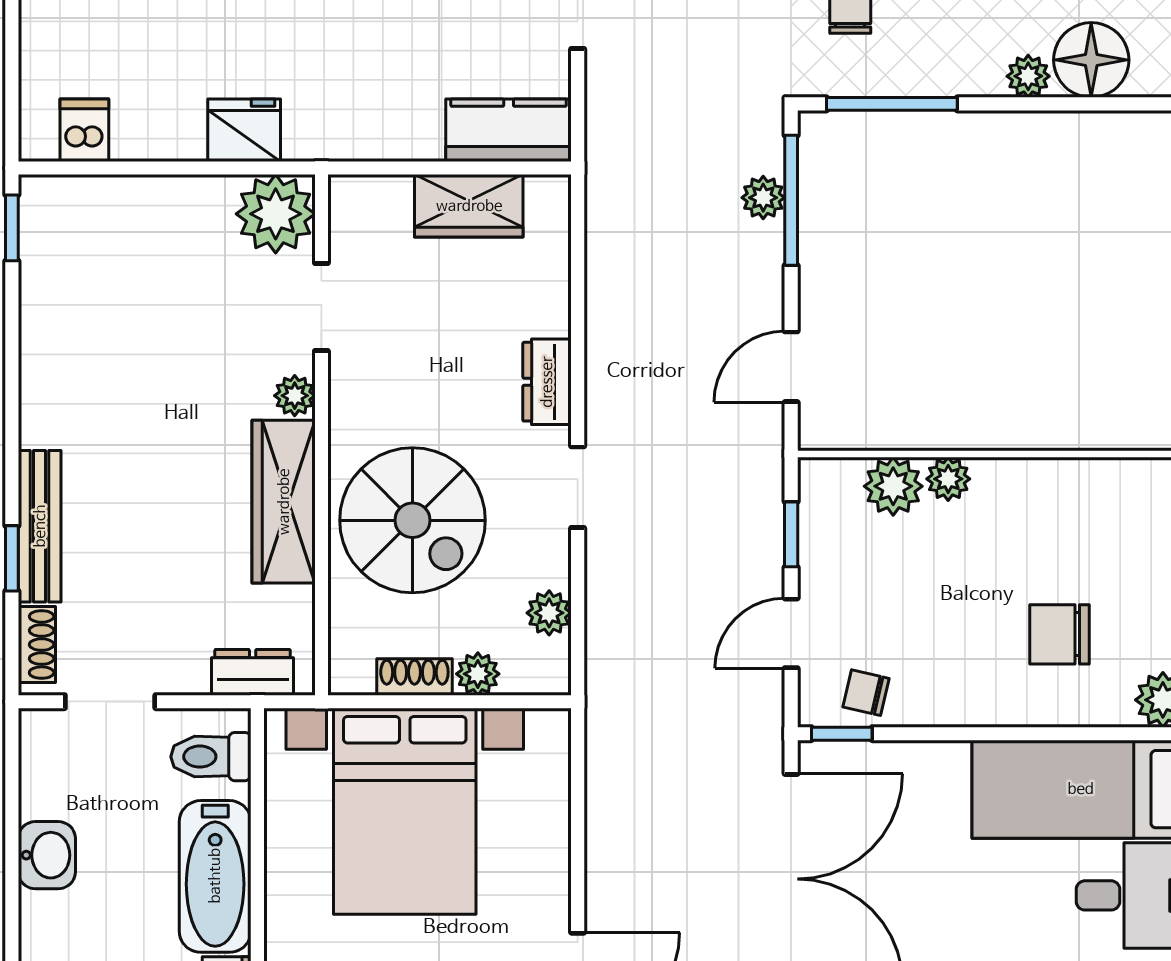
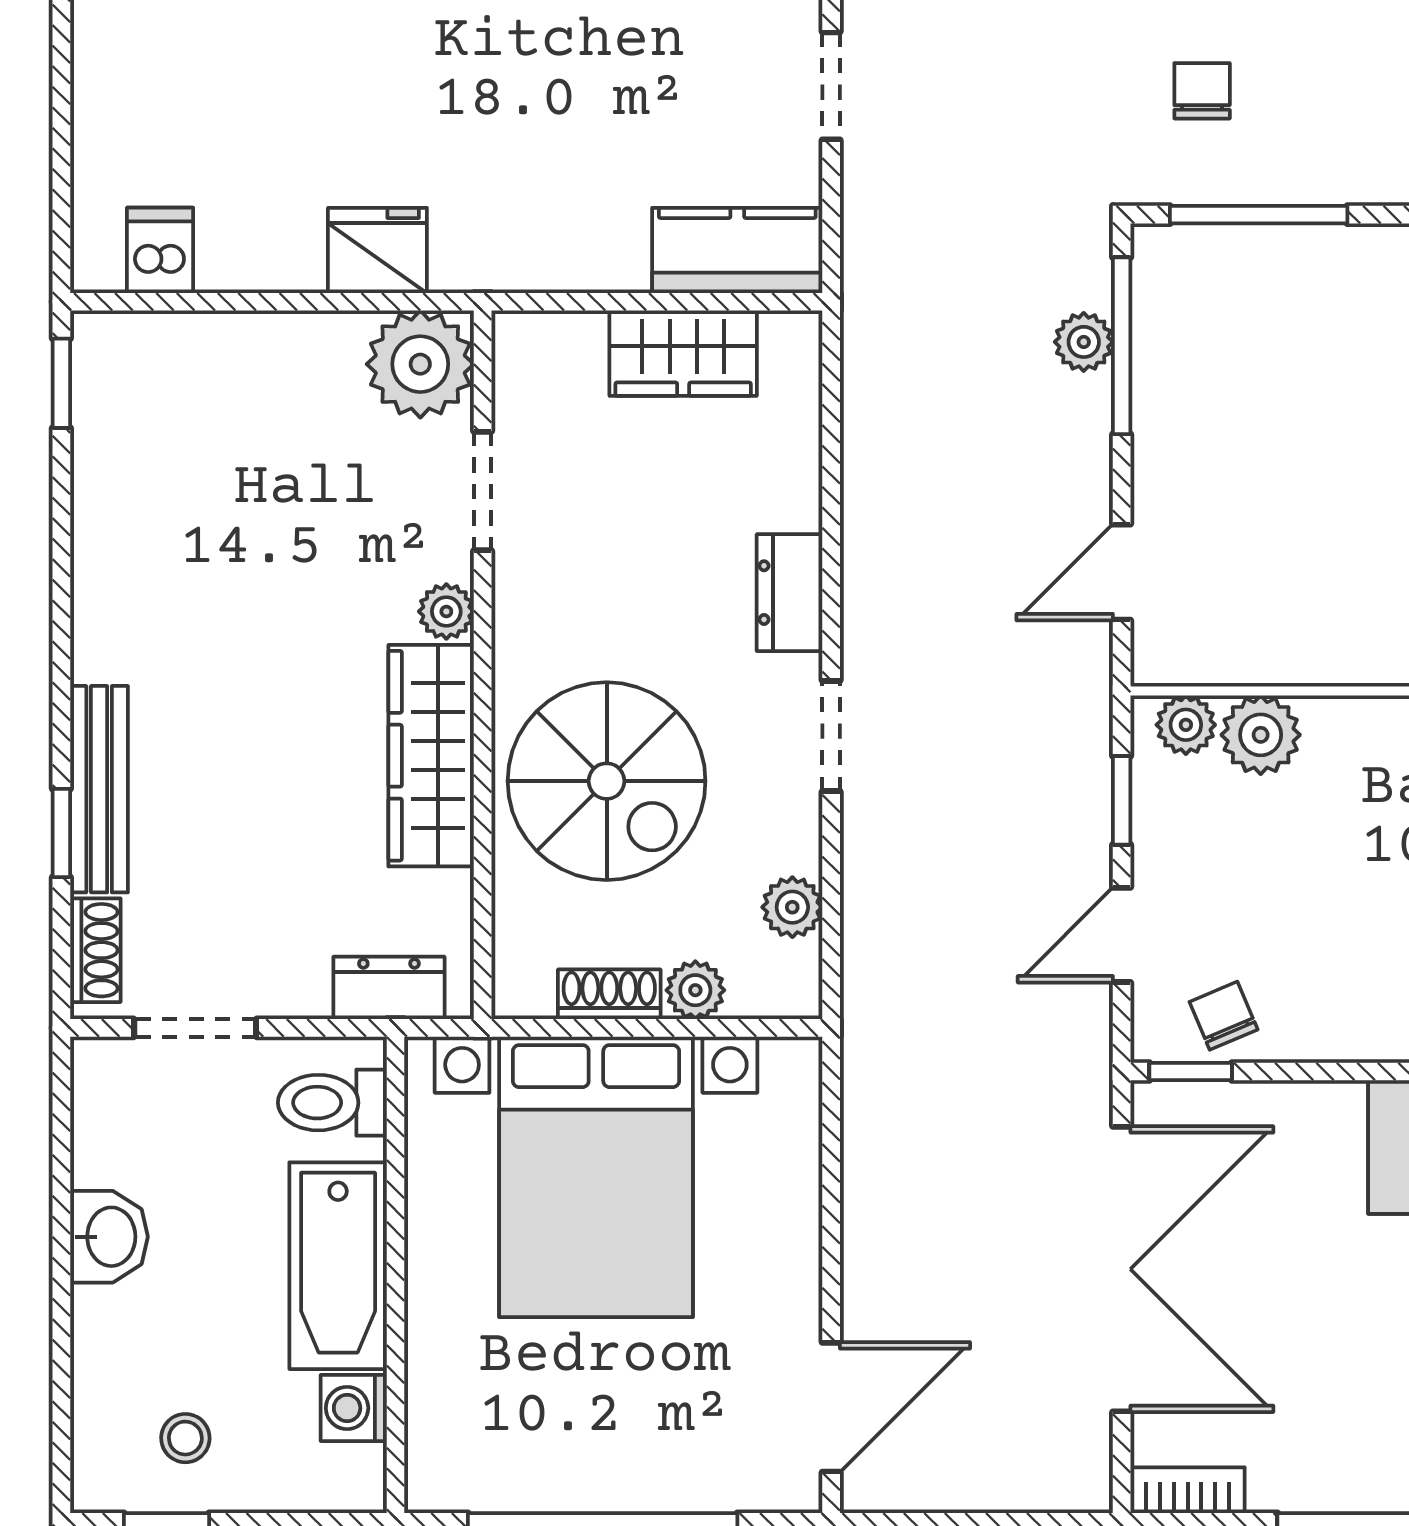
plant: (948, 479) -> (1186, 725), moved
chair: (866, 693) -> (1224, 1016), turned 54

